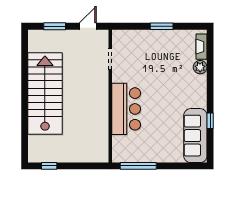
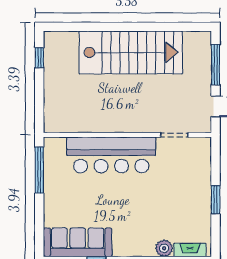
window: (55, 26) -> (216, 65), width x1.44
bar counter: (126, 109) -> (111, 155), width x1.36

